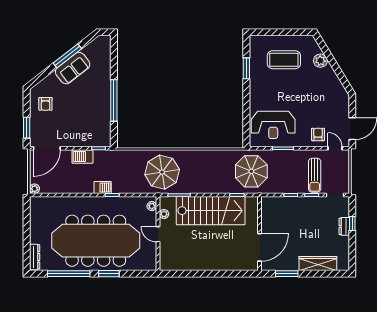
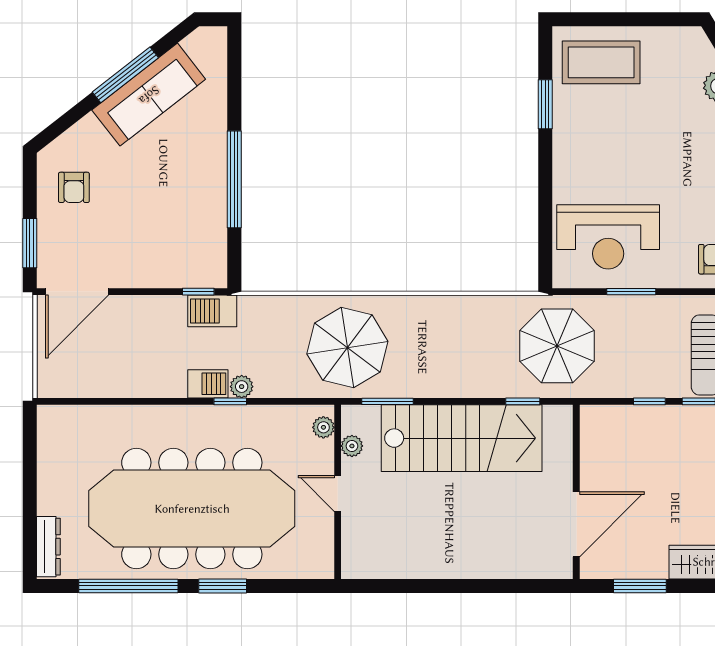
coffee table: (284, 60) -> (601, 62), moved
sofa: (73, 68) -> (149, 95), width x1.36
barbecue: (82, 156) -> (212, 311), moved
plant: (34, 189) -> (242, 387), moved

